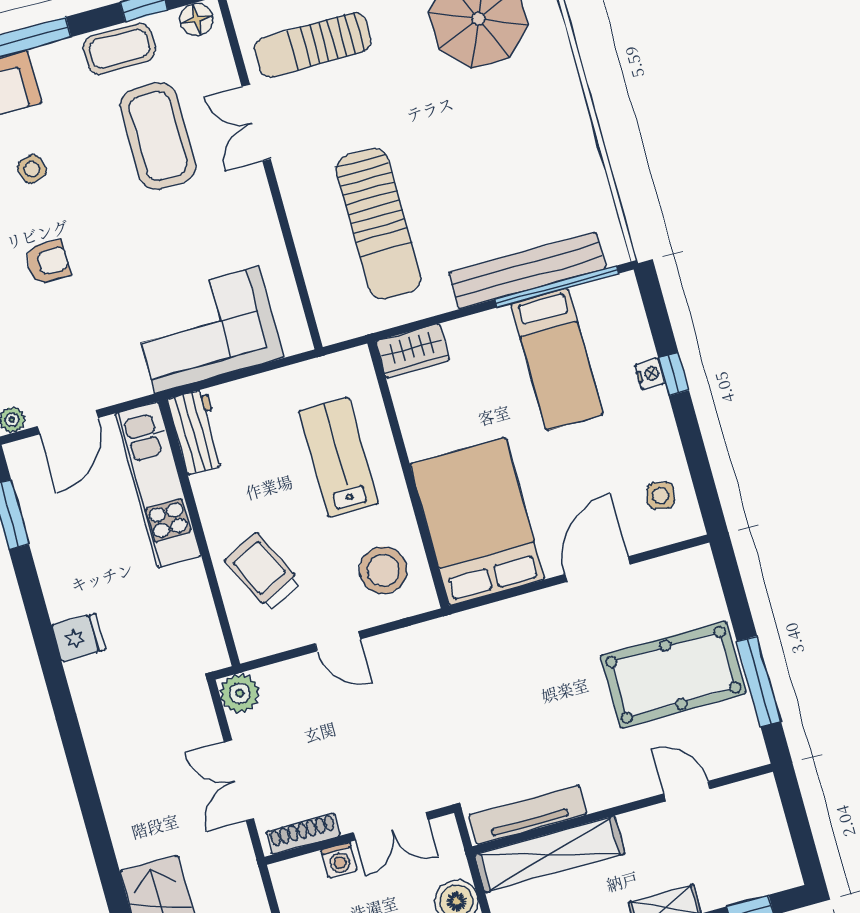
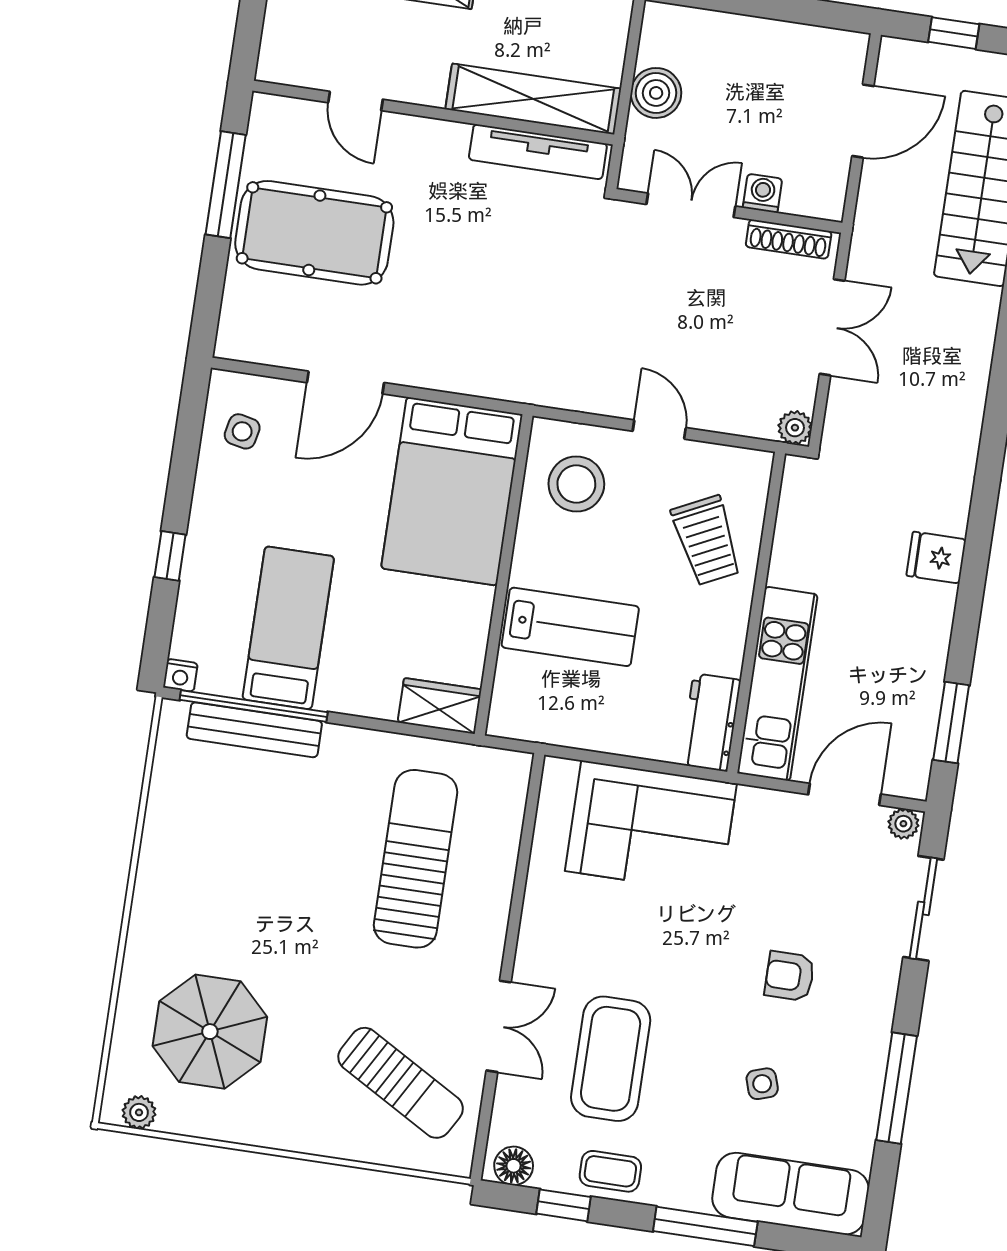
sun lounger: (313, 45) -> (401, 1083), turned 30
coffee table: (119, 49) -> (610, 1171), width x0.73, depth x0.77
bench: (527, 270) -> (254, 730), width x0.73, depth x0.82
nightstand: (650, 374) -> (180, 675), moved, turned -90
lab bench: (339, 457) -> (570, 627), turned -90
plant: (240, 693) -> (795, 428), width x0.73, depth x0.73

